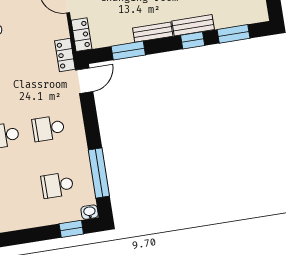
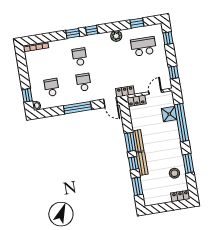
window: (128, 51) -> (130, 142), moved
window: (99, 173) -> (78, 108), moved

